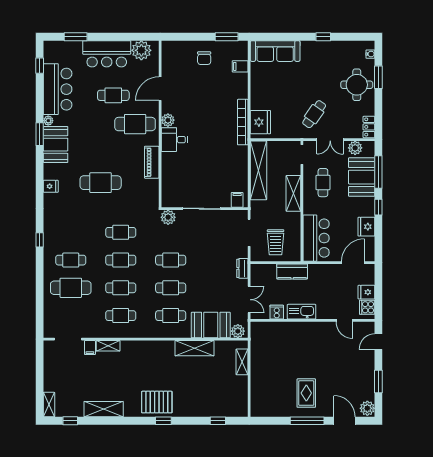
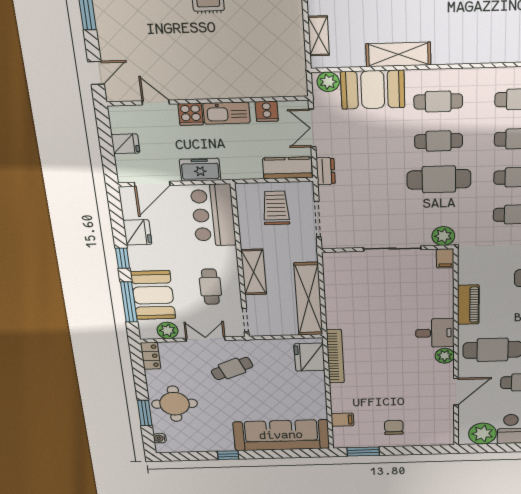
sofa: (275, 51) -> (281, 435), width x1.36, depth x1.27
cafe table: (314, 114) -> (232, 368), turned 32
filing cabinet: (237, 200) -> (445, 258), moved
cafe table: (171, 260) -> (439, 179), width x1.37, depth x1.35
kitchen counter: (292, 272) -> (287, 168), moved
freezer: (322, 272) -> (200, 170), added
cooker: (367, 307) -> (191, 114), moved, turned 90

